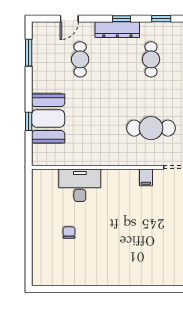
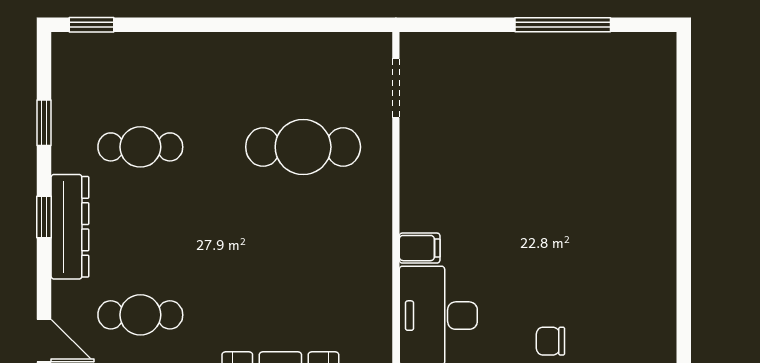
cafe table: (151, 128) -> (303, 147), turned 90
filing cabinet: (146, 177) -> (420, 248), moved

